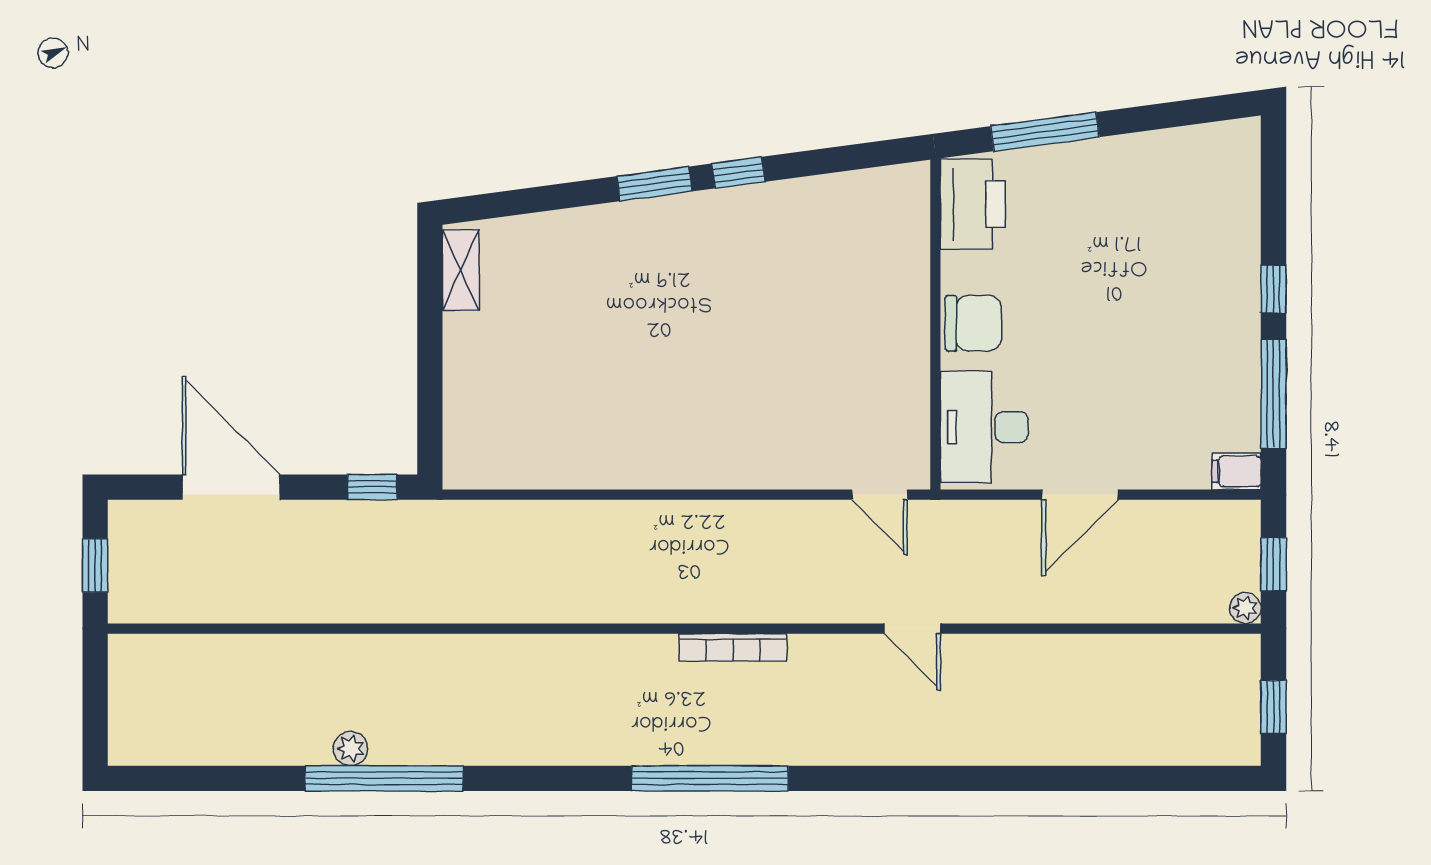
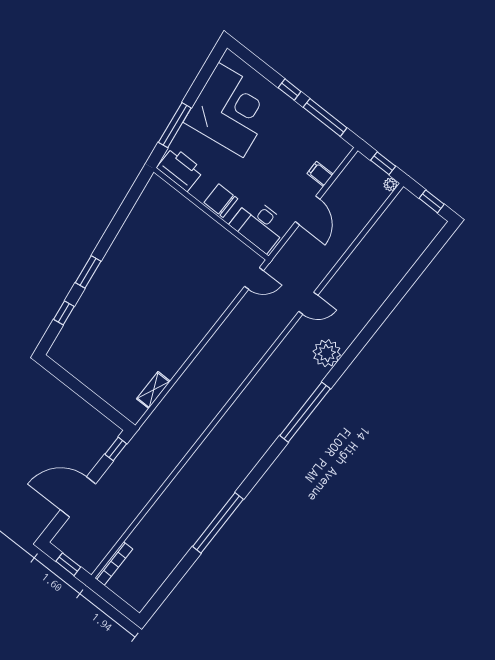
window: (738, 173) -> (64, 313), moved
corner desk: (1152, 212) -> (231, 110), added
shelving: (461, 270) -> (153, 390), moved, turned 90
chair: (973, 323) -> (221, 201), turned -90
filing cabinet: (1236, 471) -> (320, 174), moved, turned 90
bookcase: (733, 647) -> (114, 563), moved
plant: (351, 749) -> (327, 353), moved, width x1.88, depth x1.88

